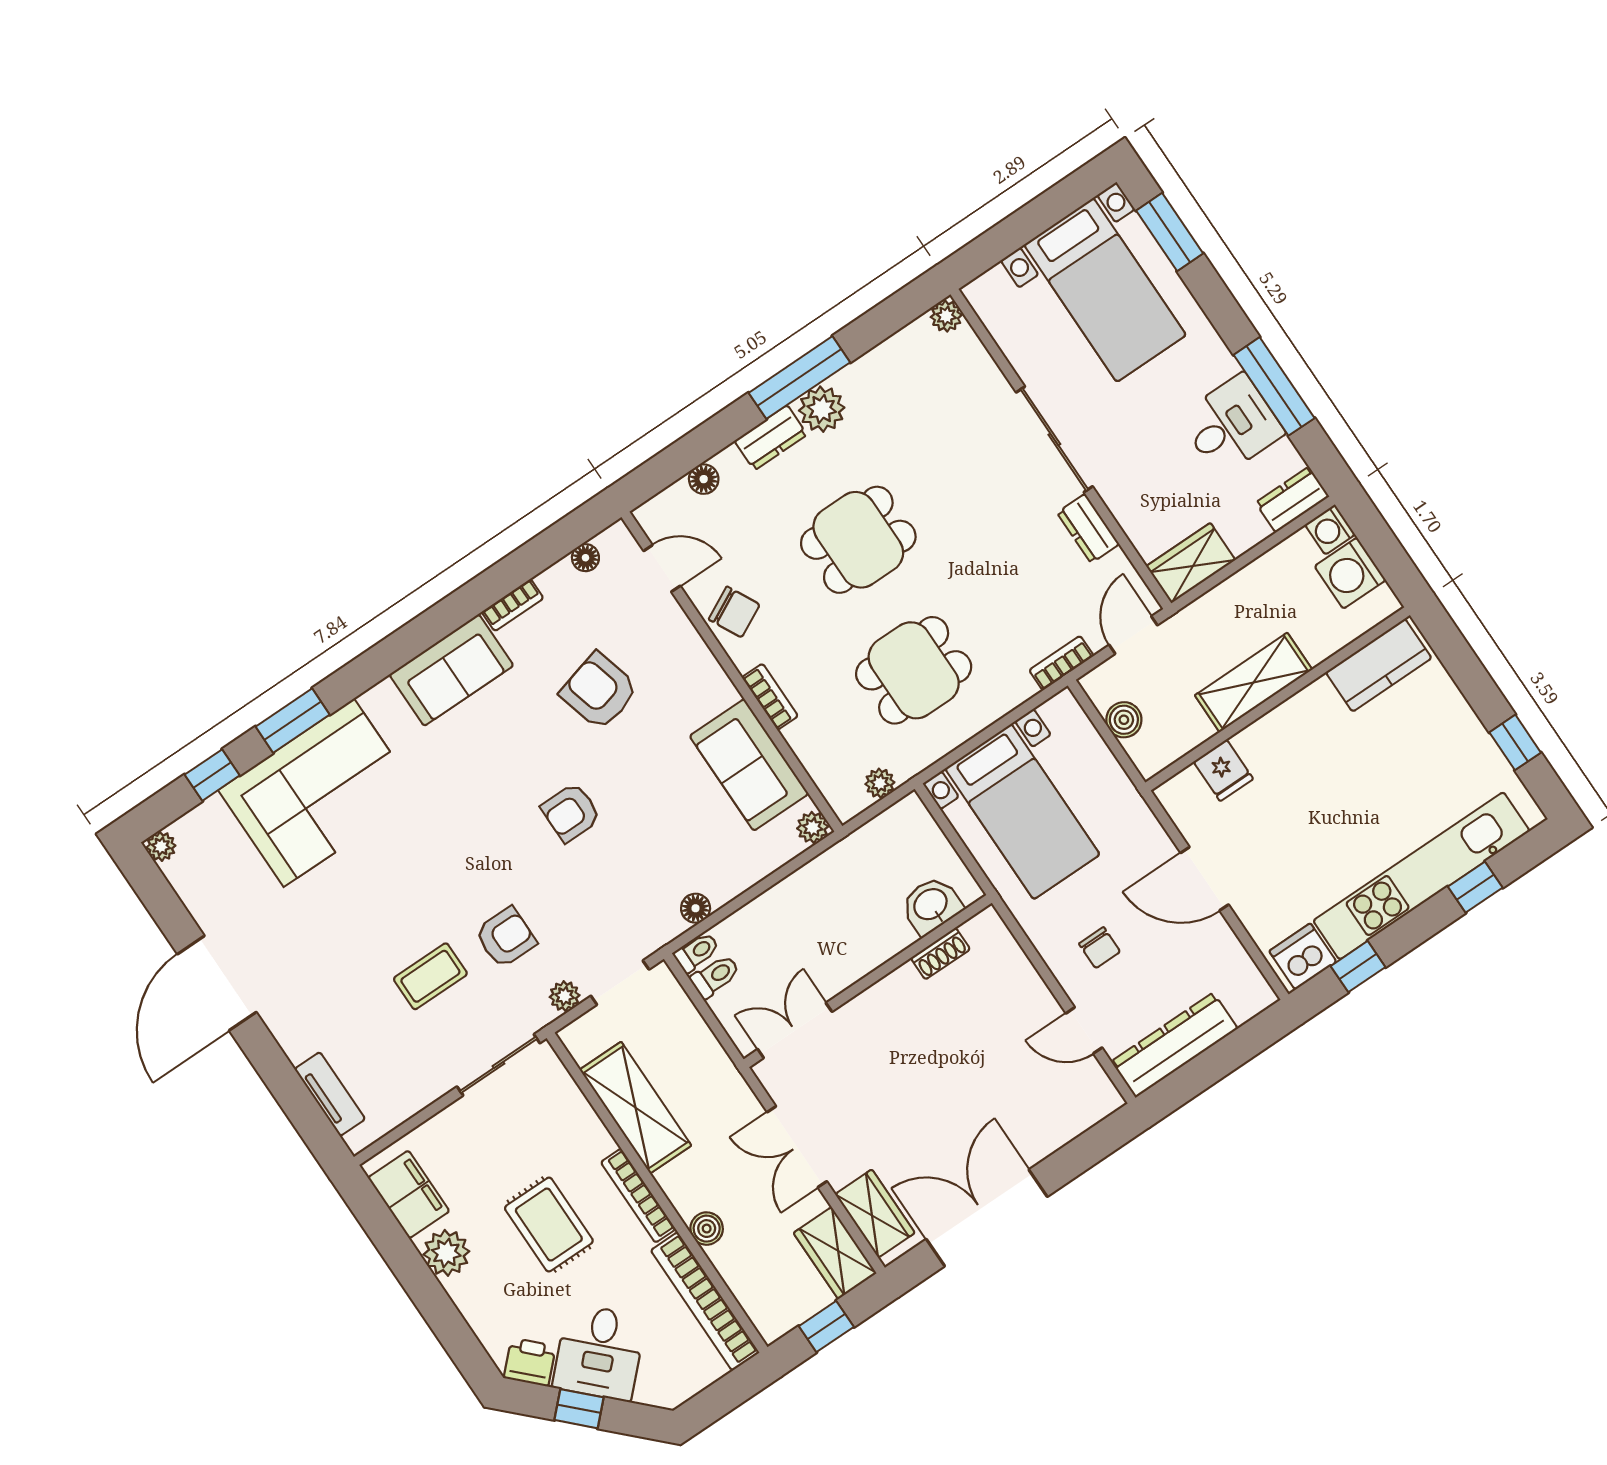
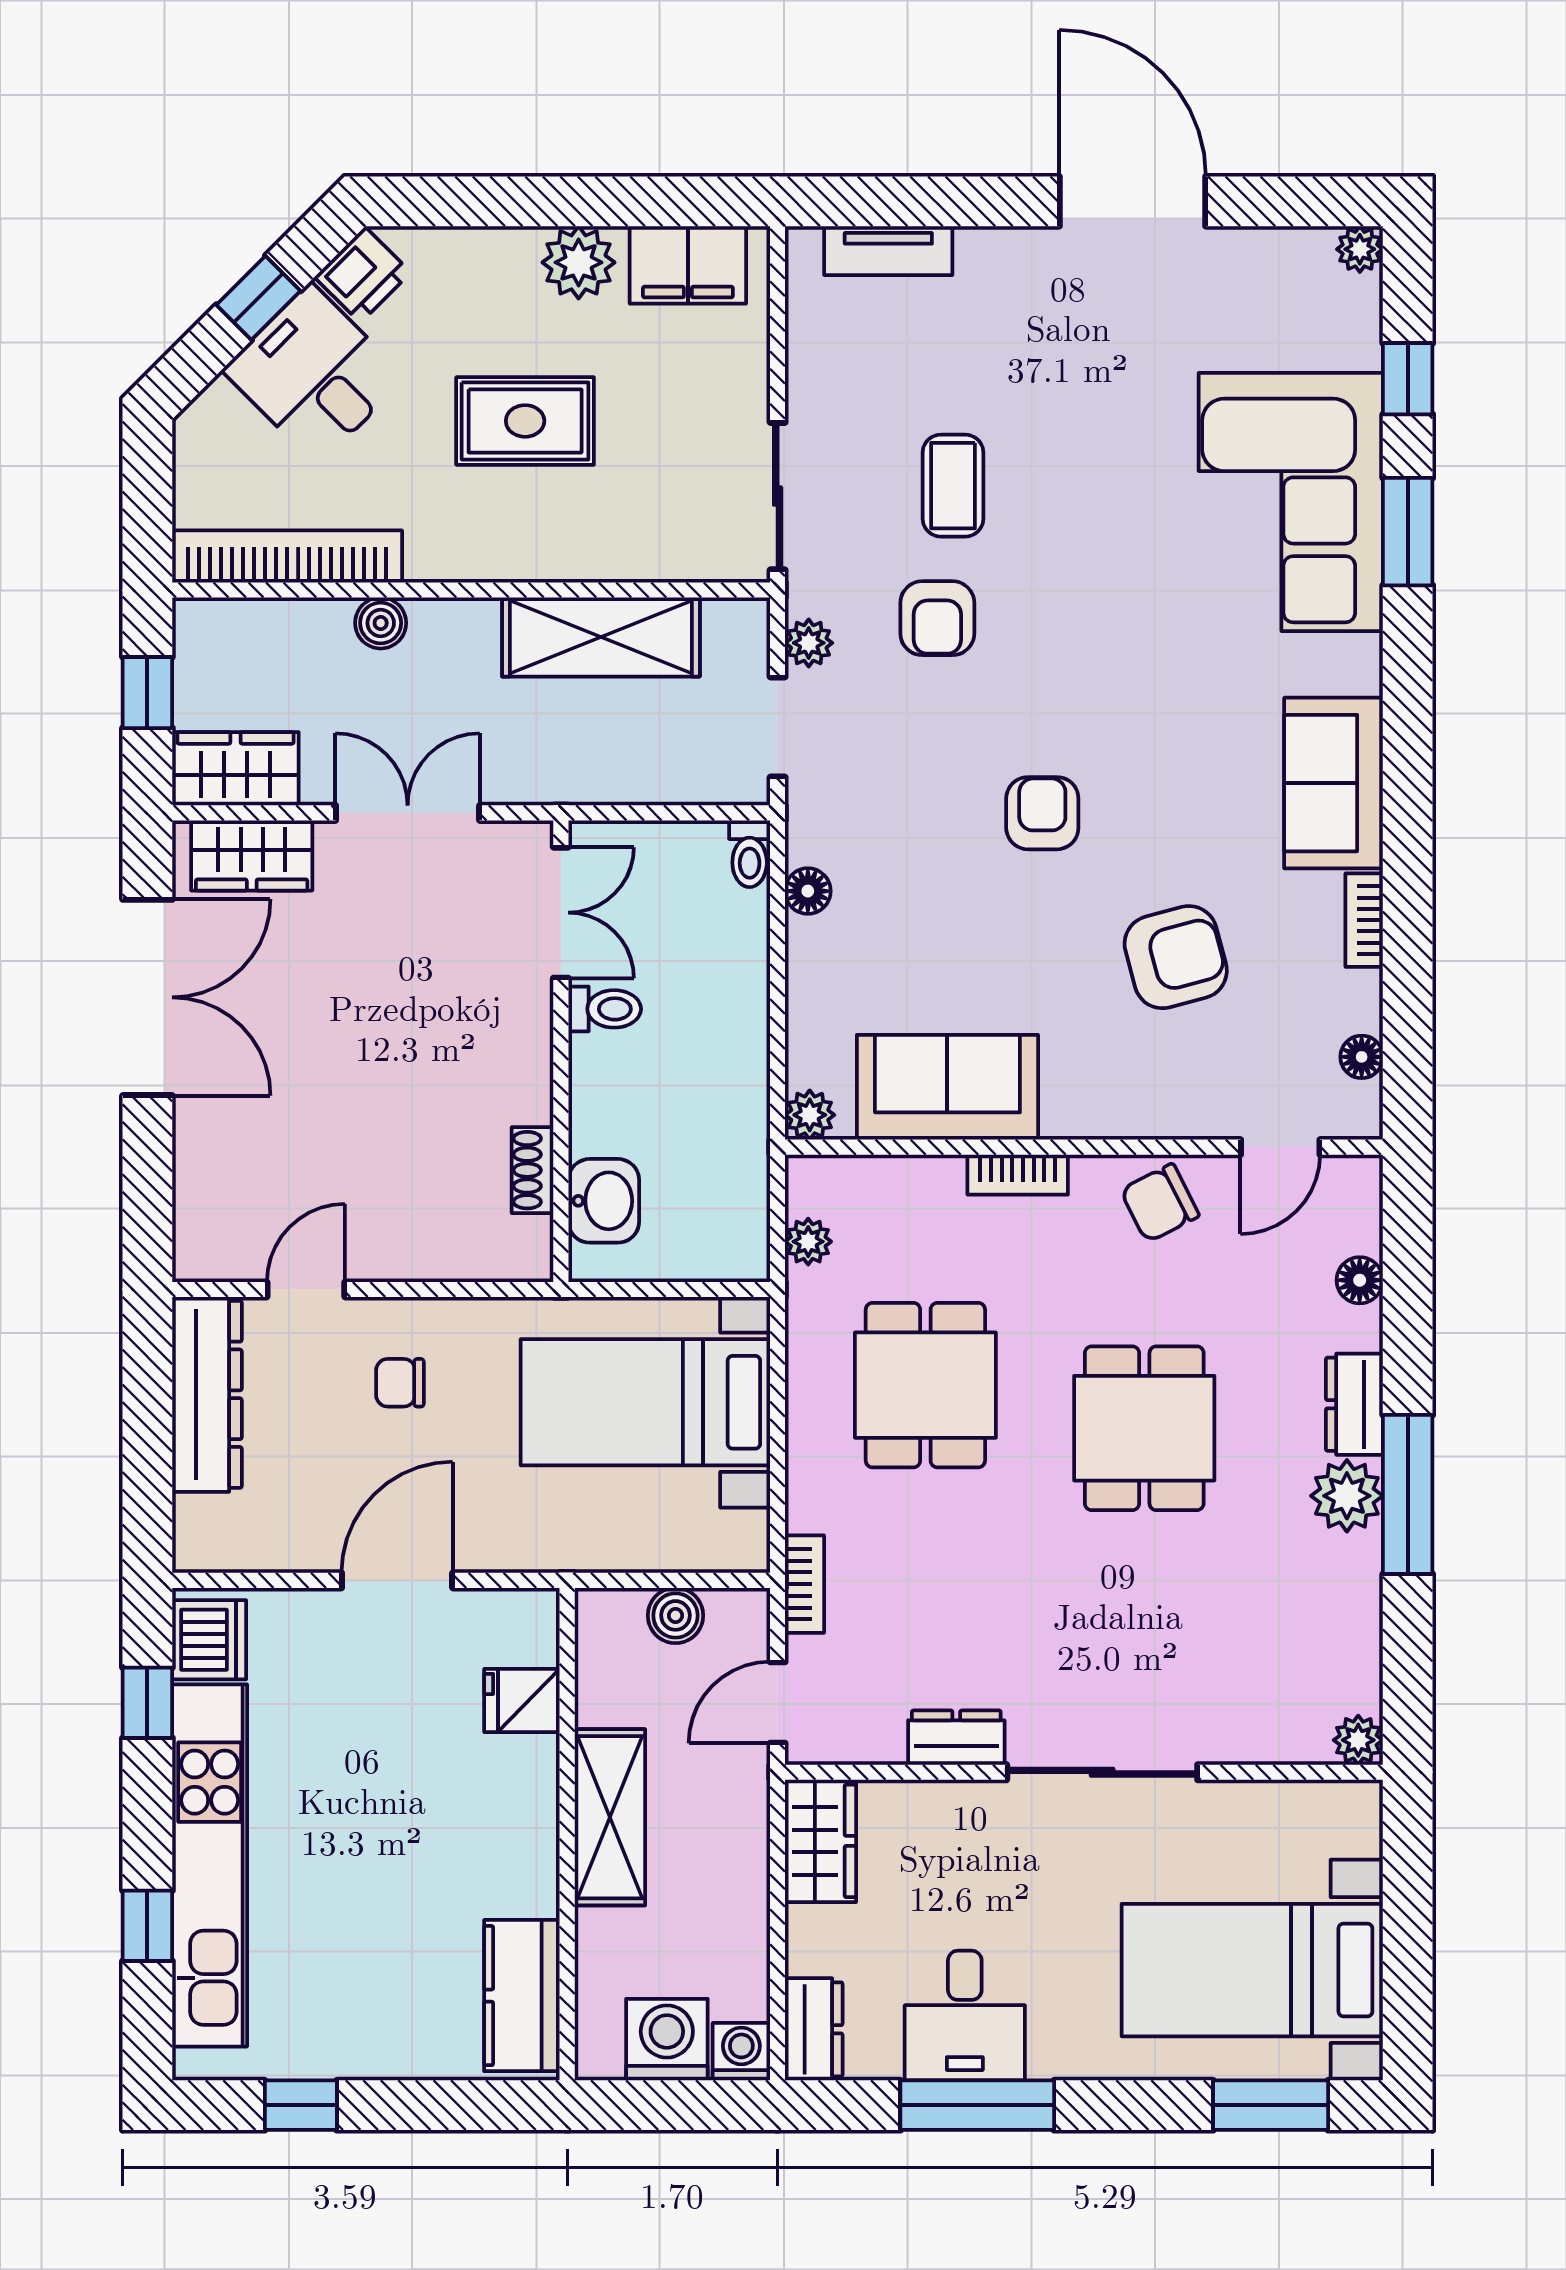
door: (1133, 635) -> (778, 1702), swing flipped
toilet: (715, 976) -> (605, 1009), moved, turned -90
bookcase: (638, 1196) -> (484, 563), removed

